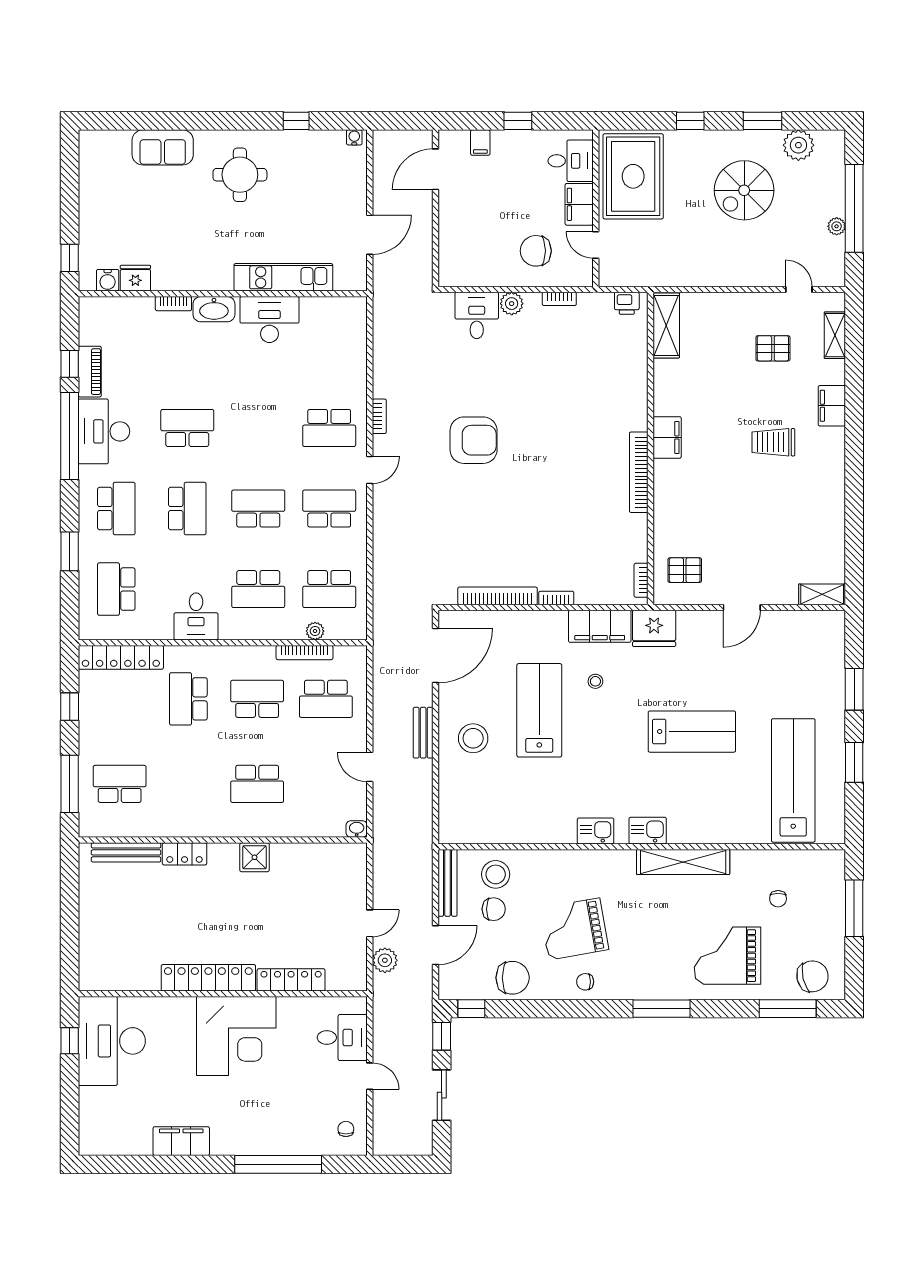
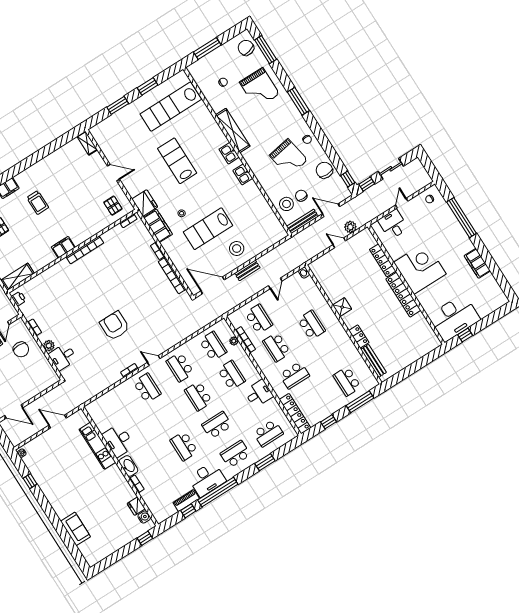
round table: (240, 175) -> (67, 490), removed

